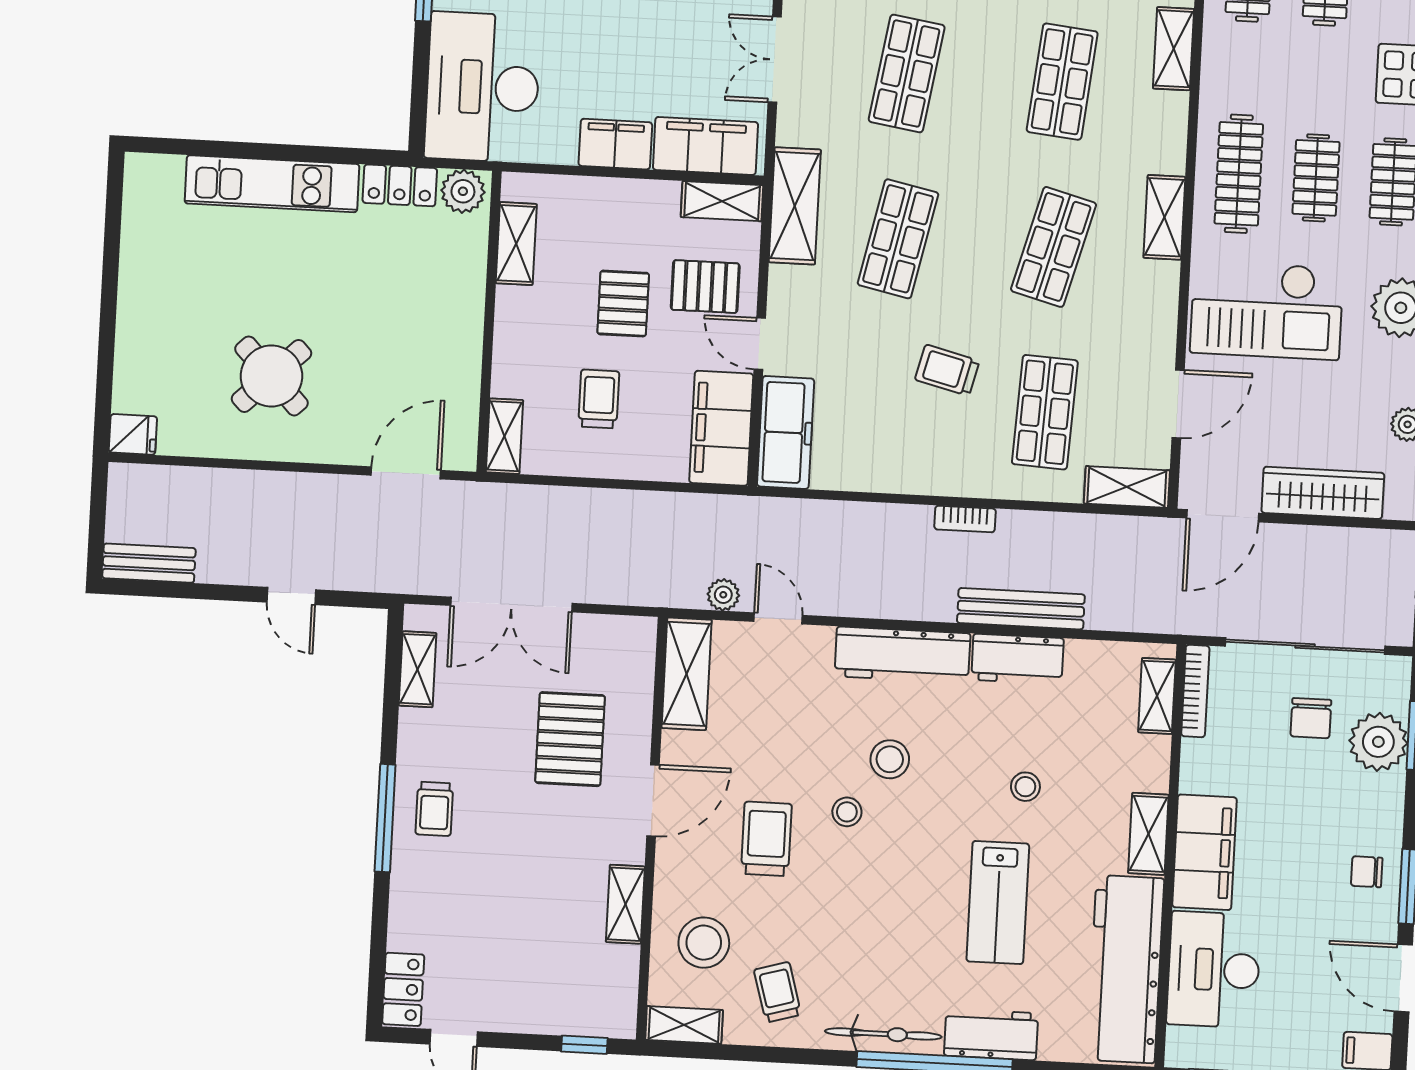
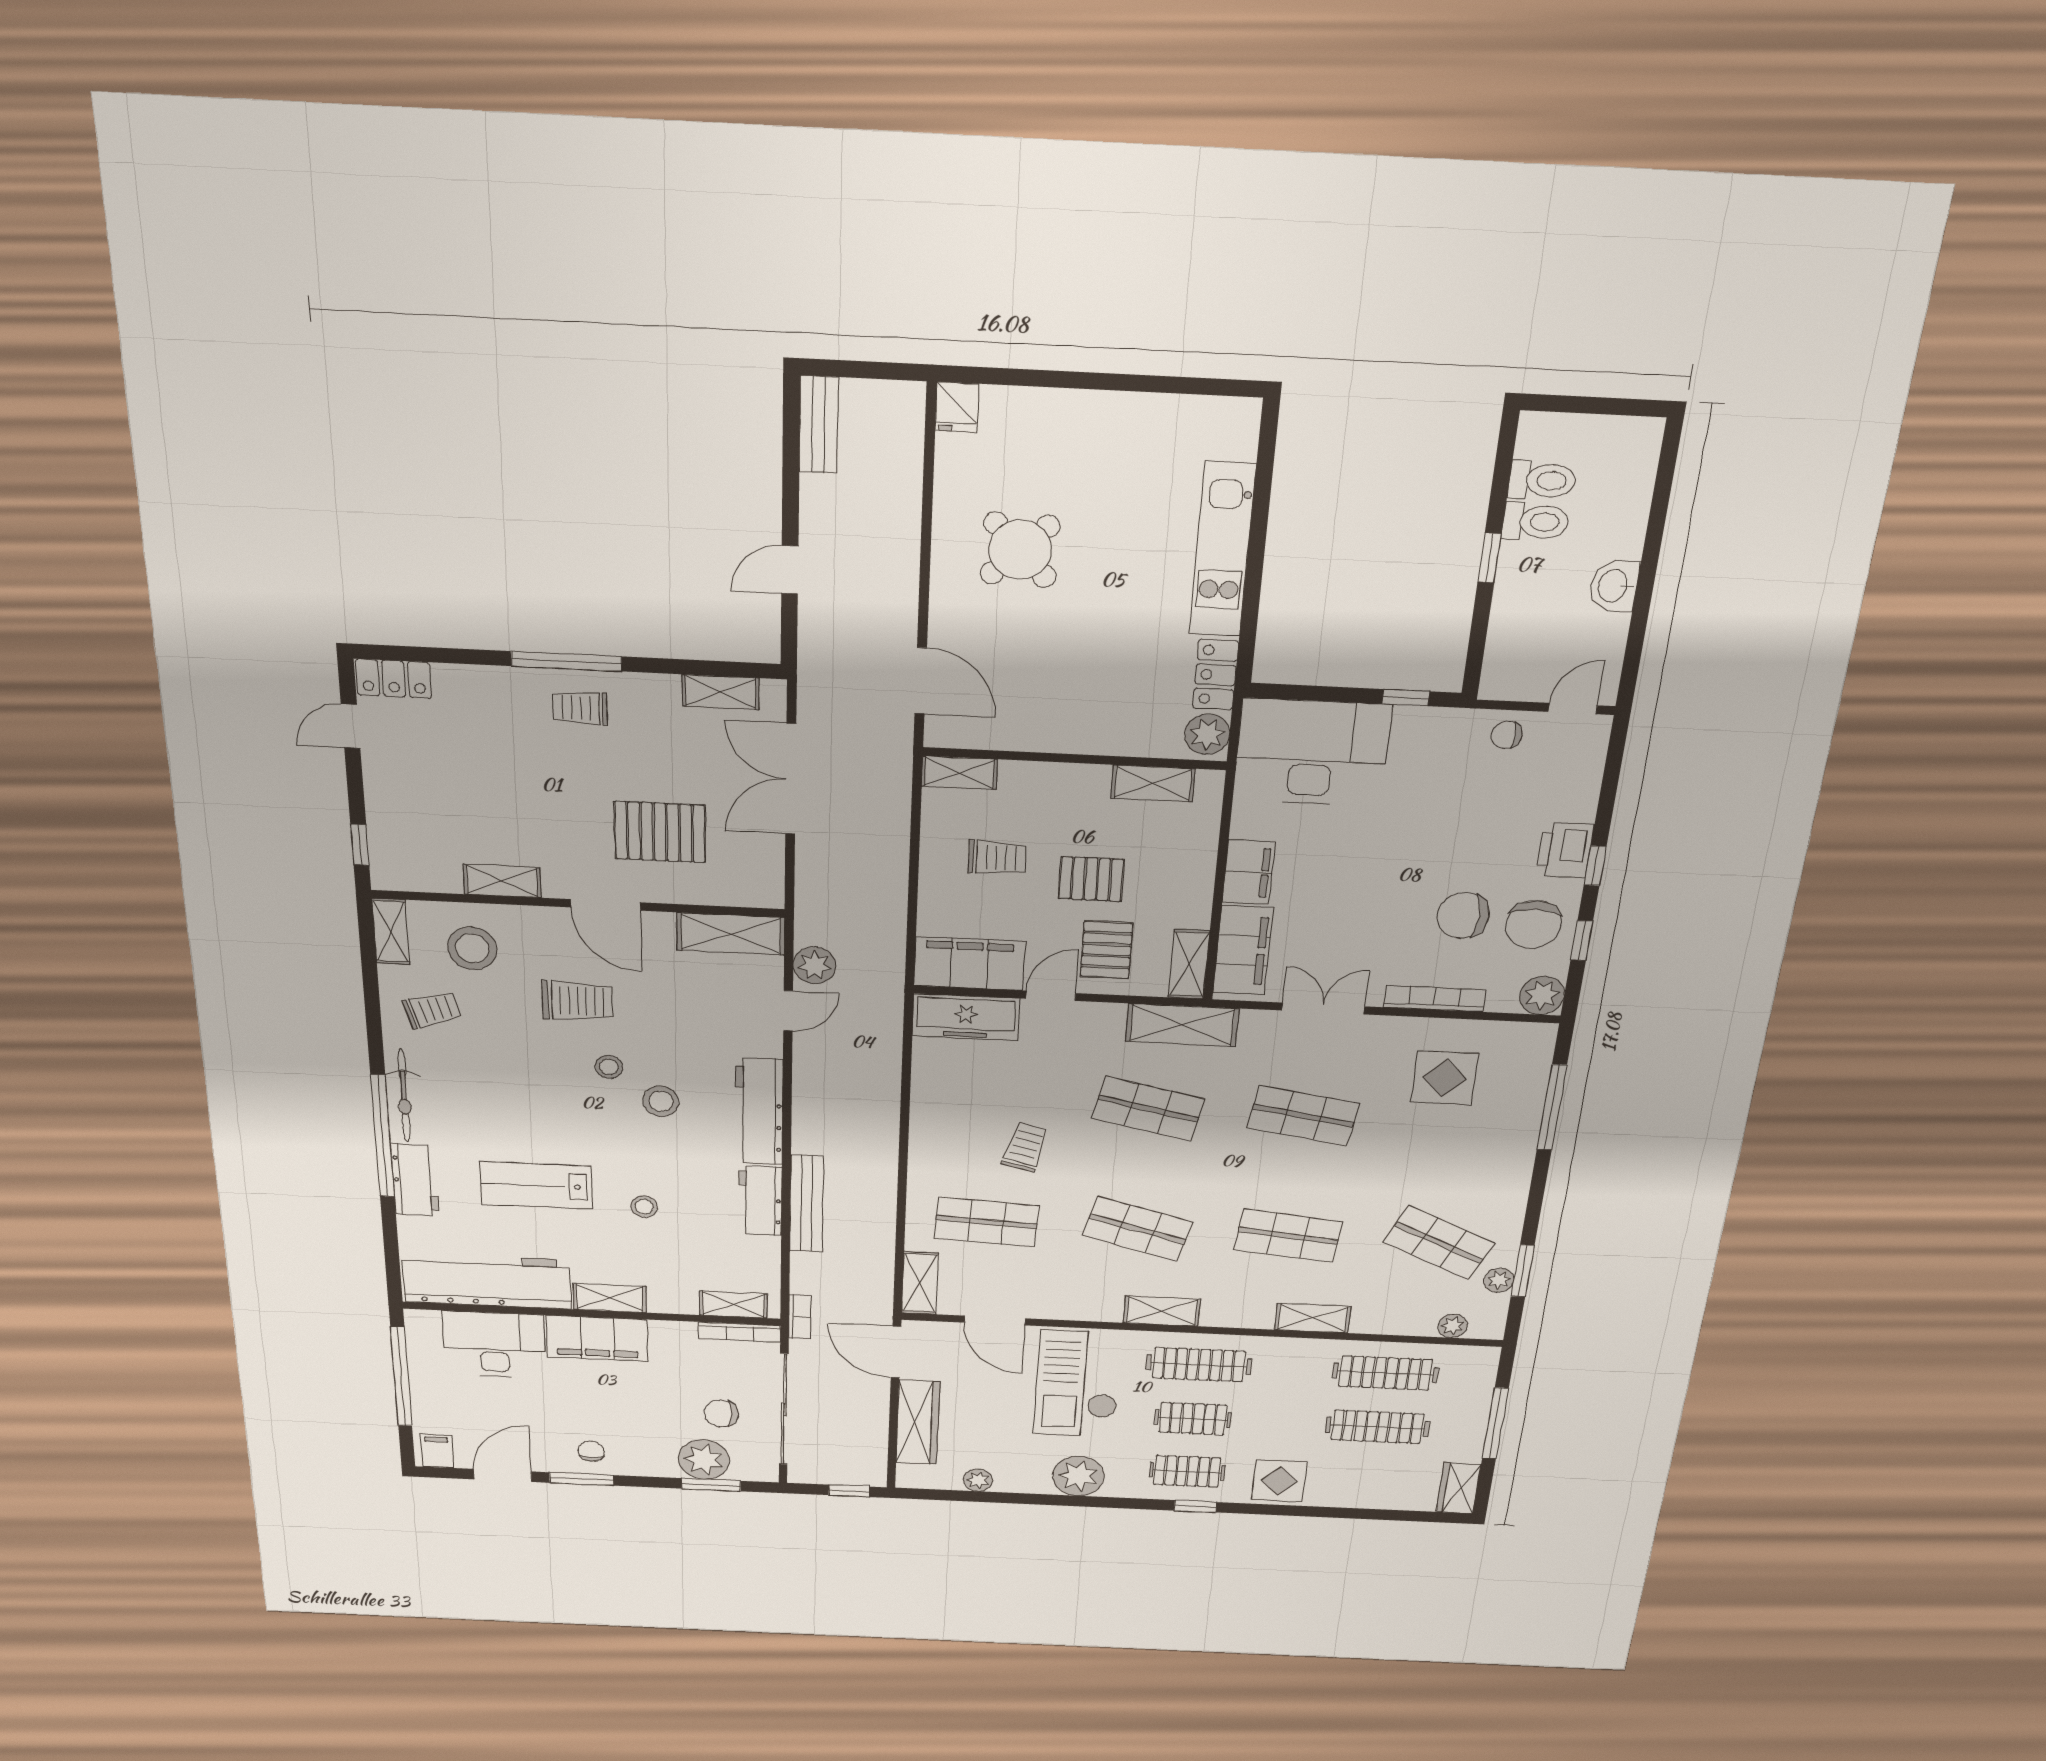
bookcase: (965, 519) -> (800, 1317), moved, turned 180
plant: (723, 595) -> (815, 965), width x1.38, depth x1.38

